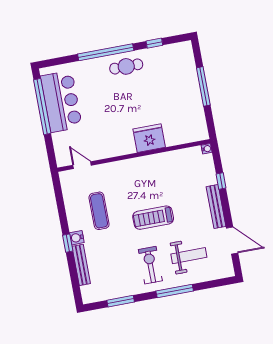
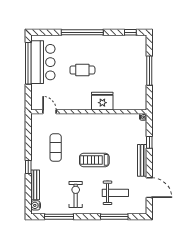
window: (154, 43) -> (130, 32), moved
cafe table: (126, 66) -> (82, 70), moved
water cooler: (77, 238) -> (36, 205), moved
exercise bike: (150, 265) -> (76, 195), moved
window: (175, 291) -> (114, 217), moved
window: (121, 301) -> (59, 217), width x1.44

